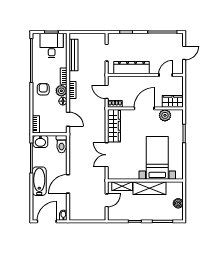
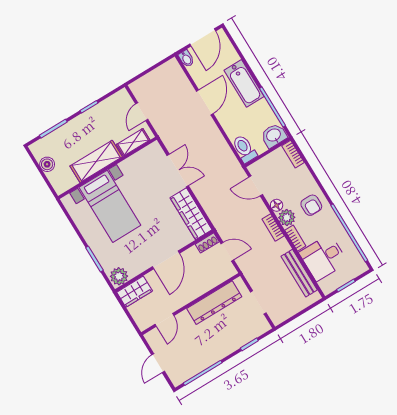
desk: (52, 46) -> (323, 257), moved, turned 90
plant: (165, 115) -> (119, 276), moved

